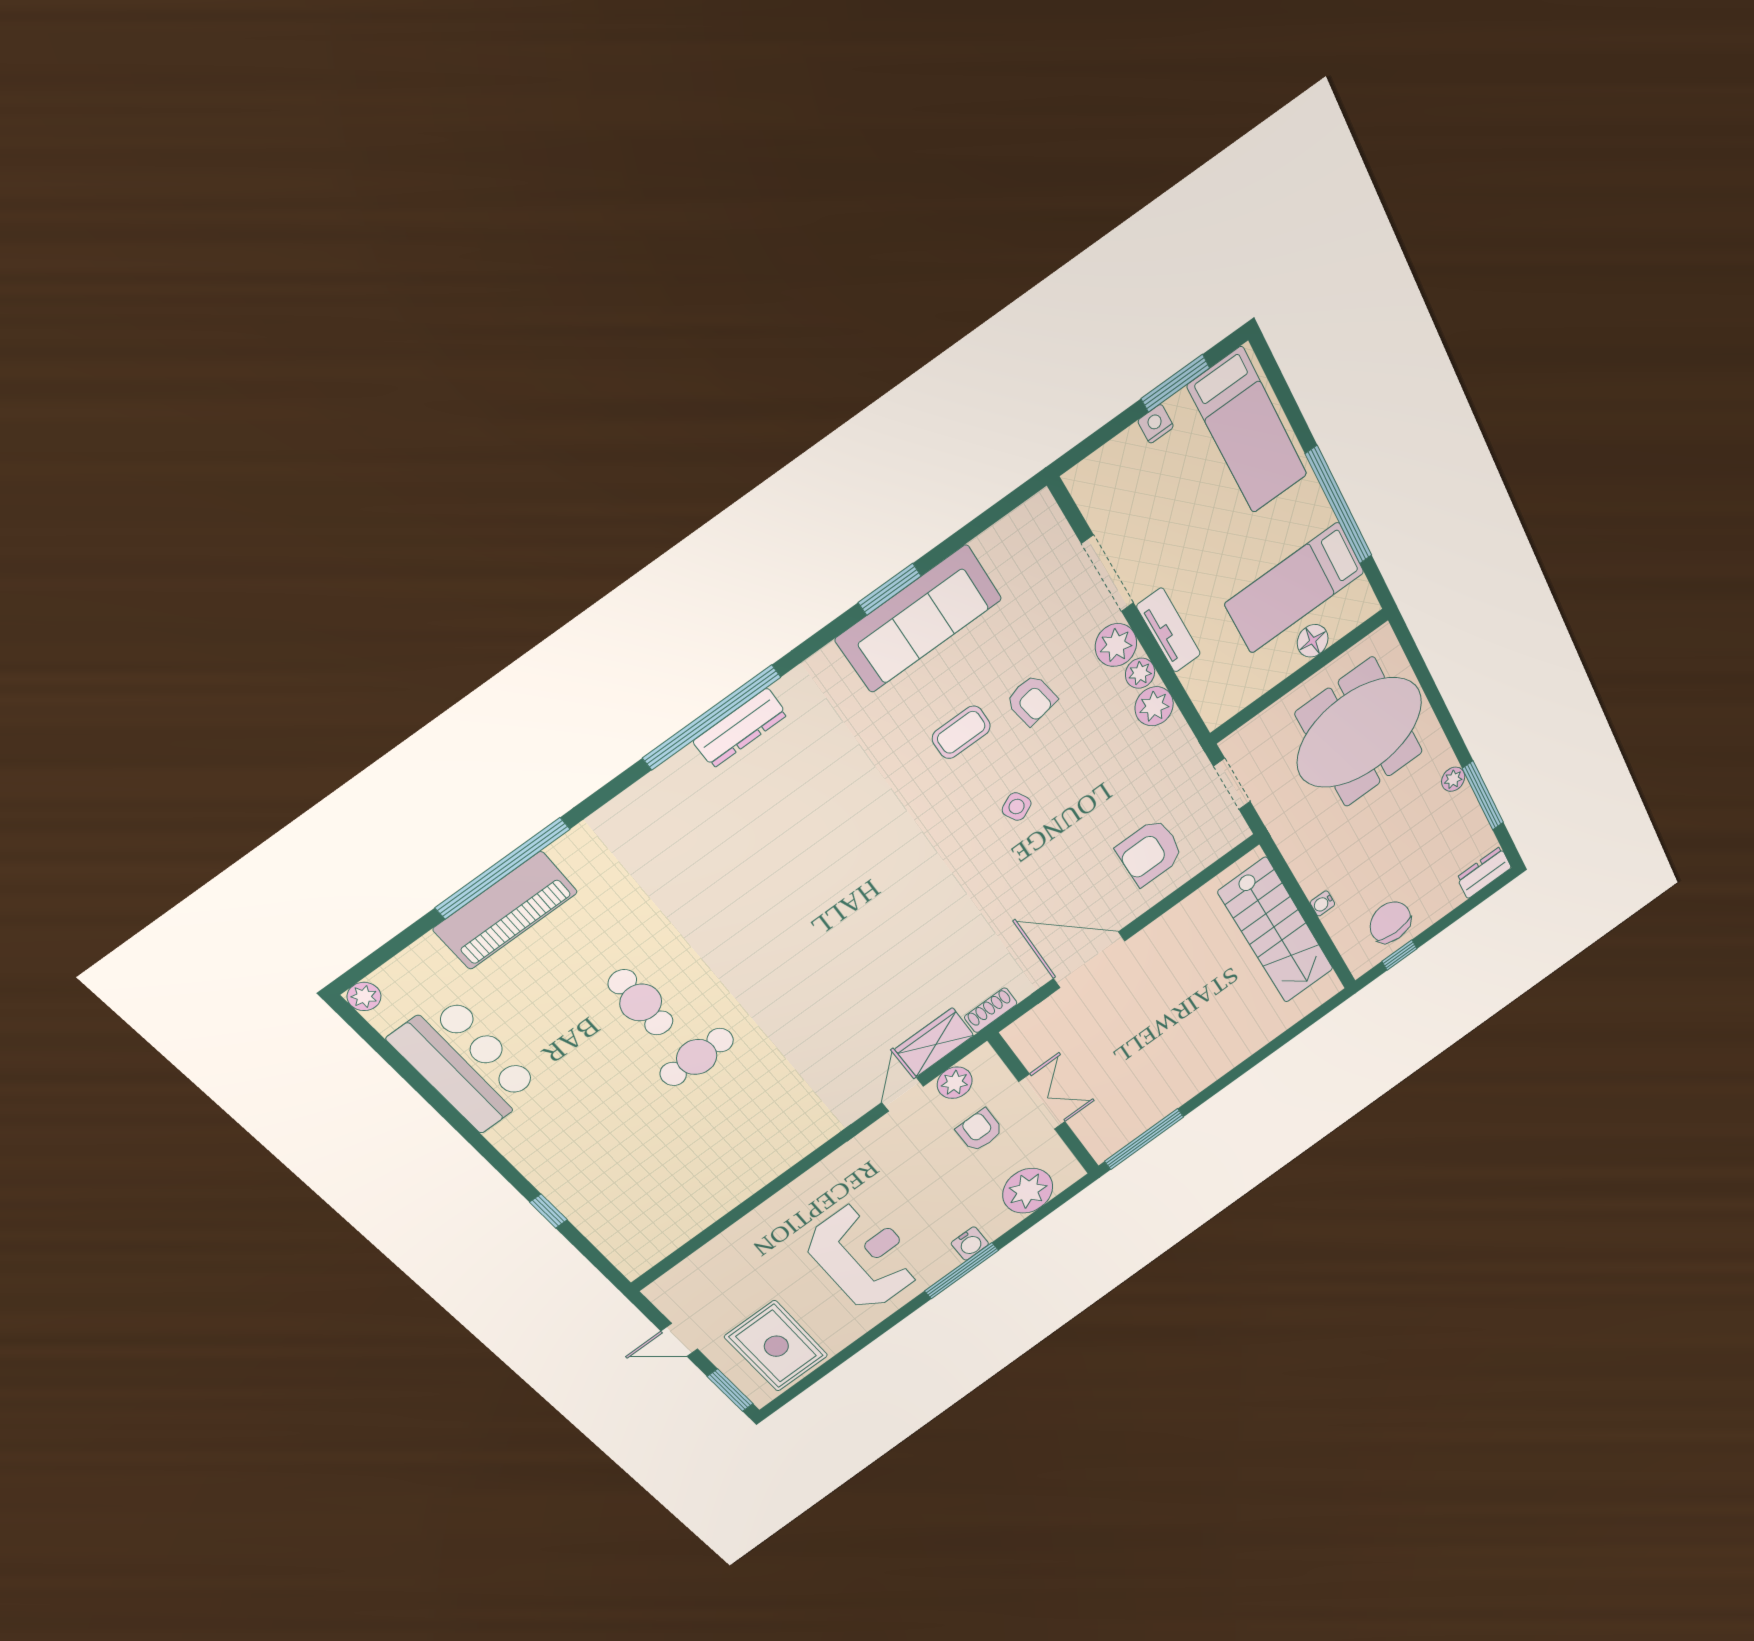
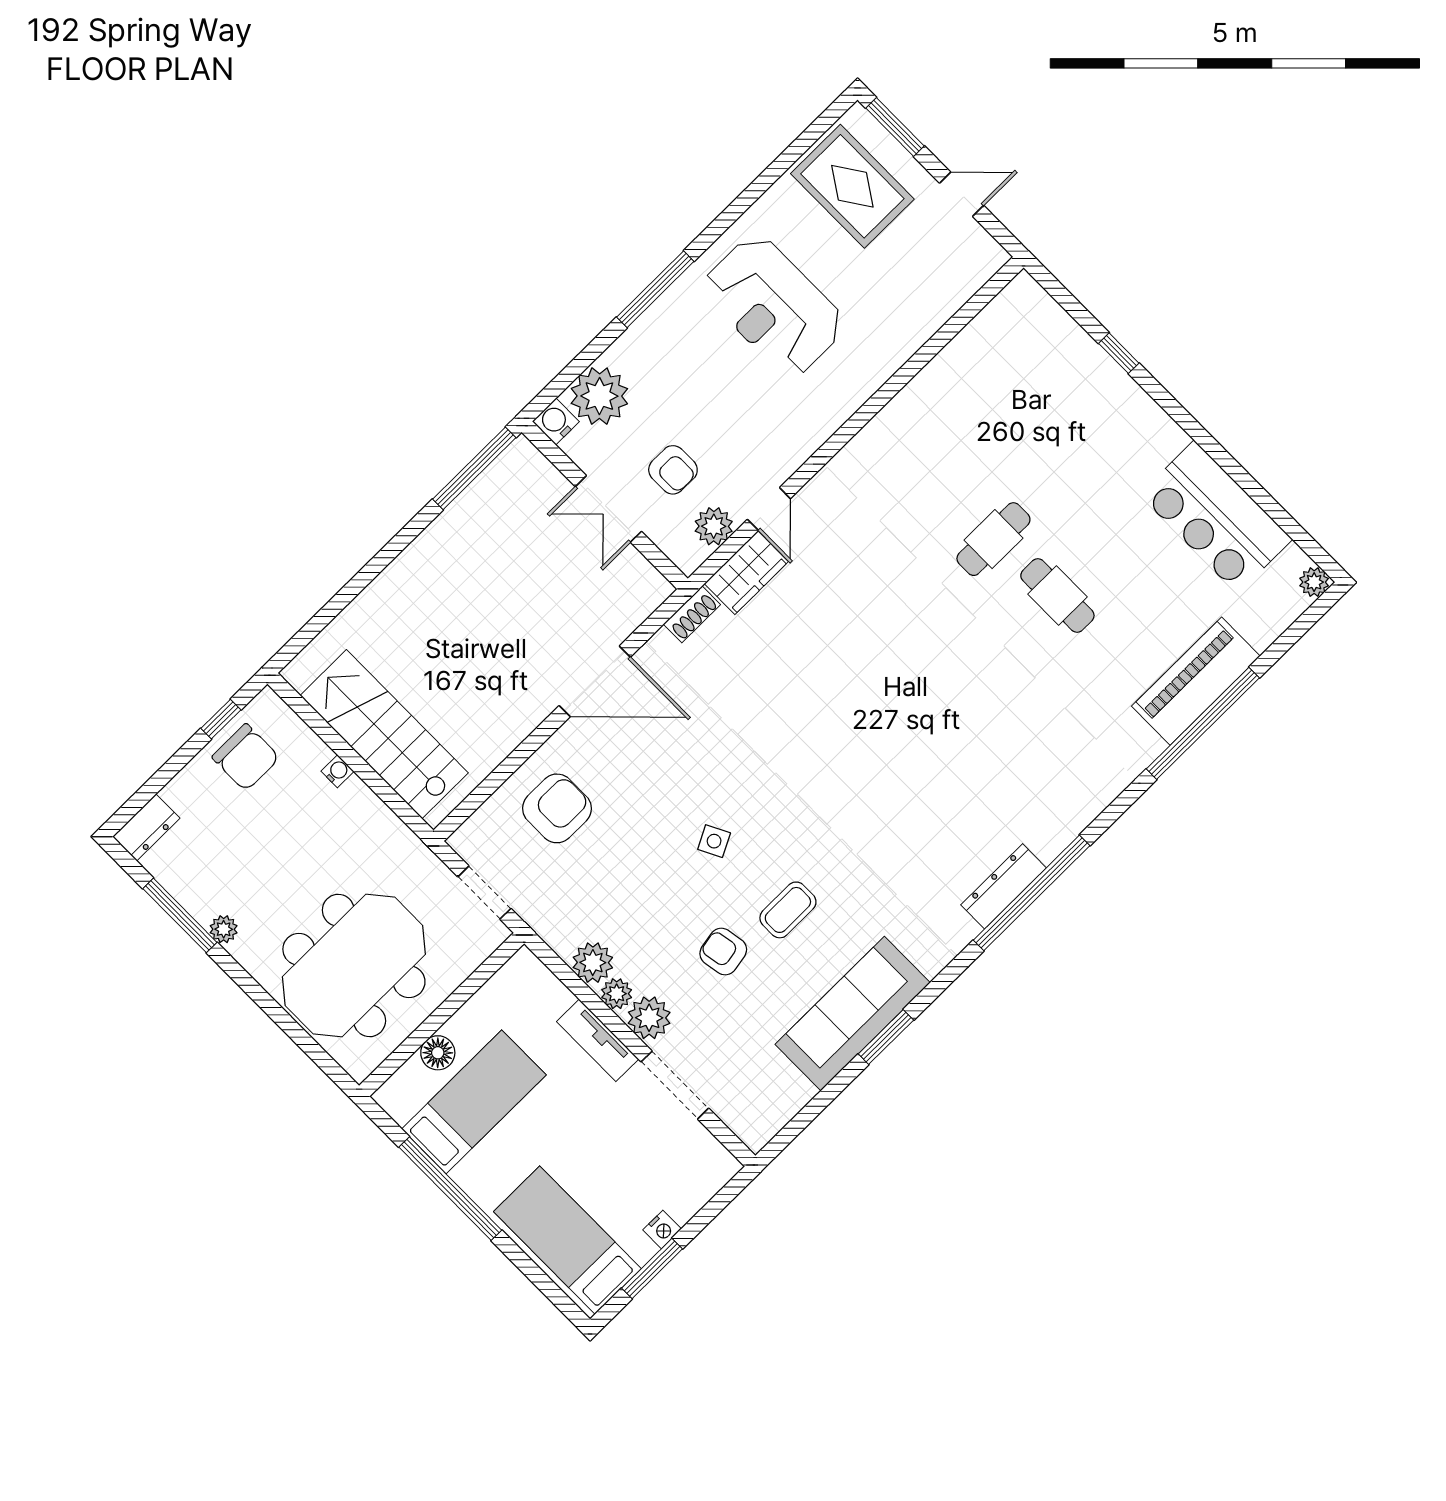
water cooler: (970, 1244) -> (556, 422), moved

